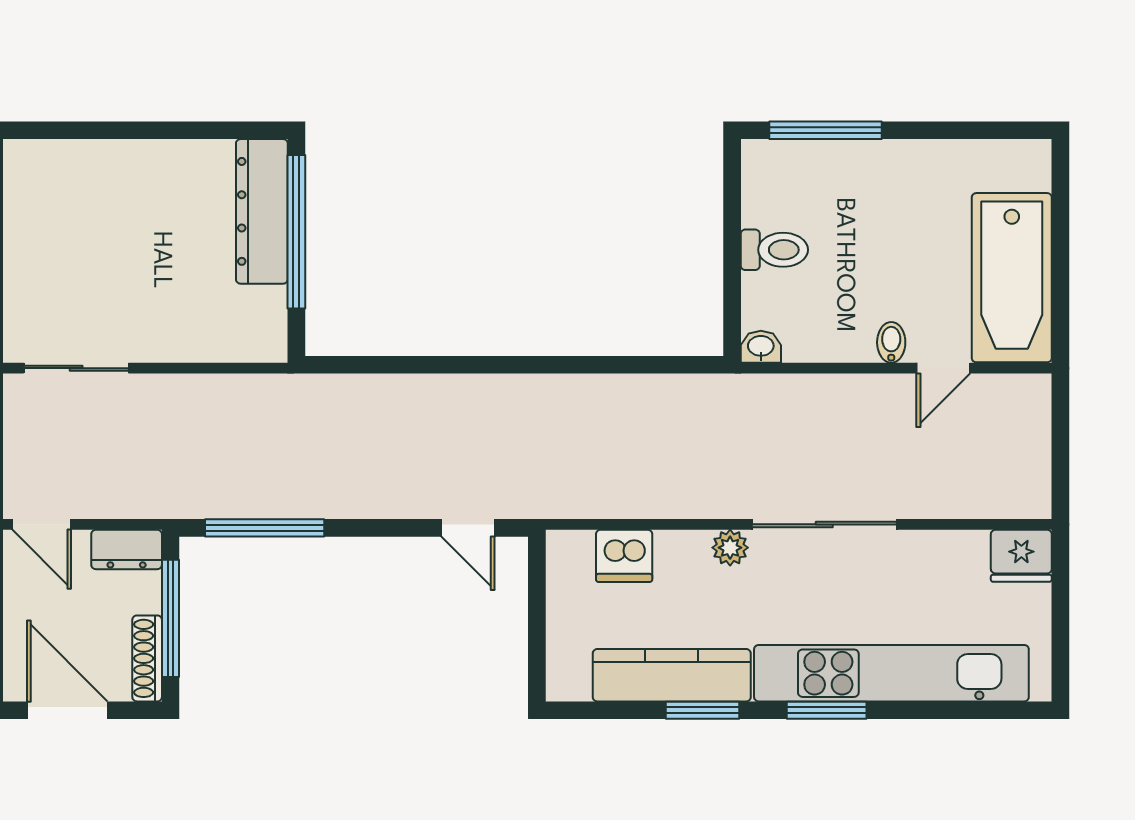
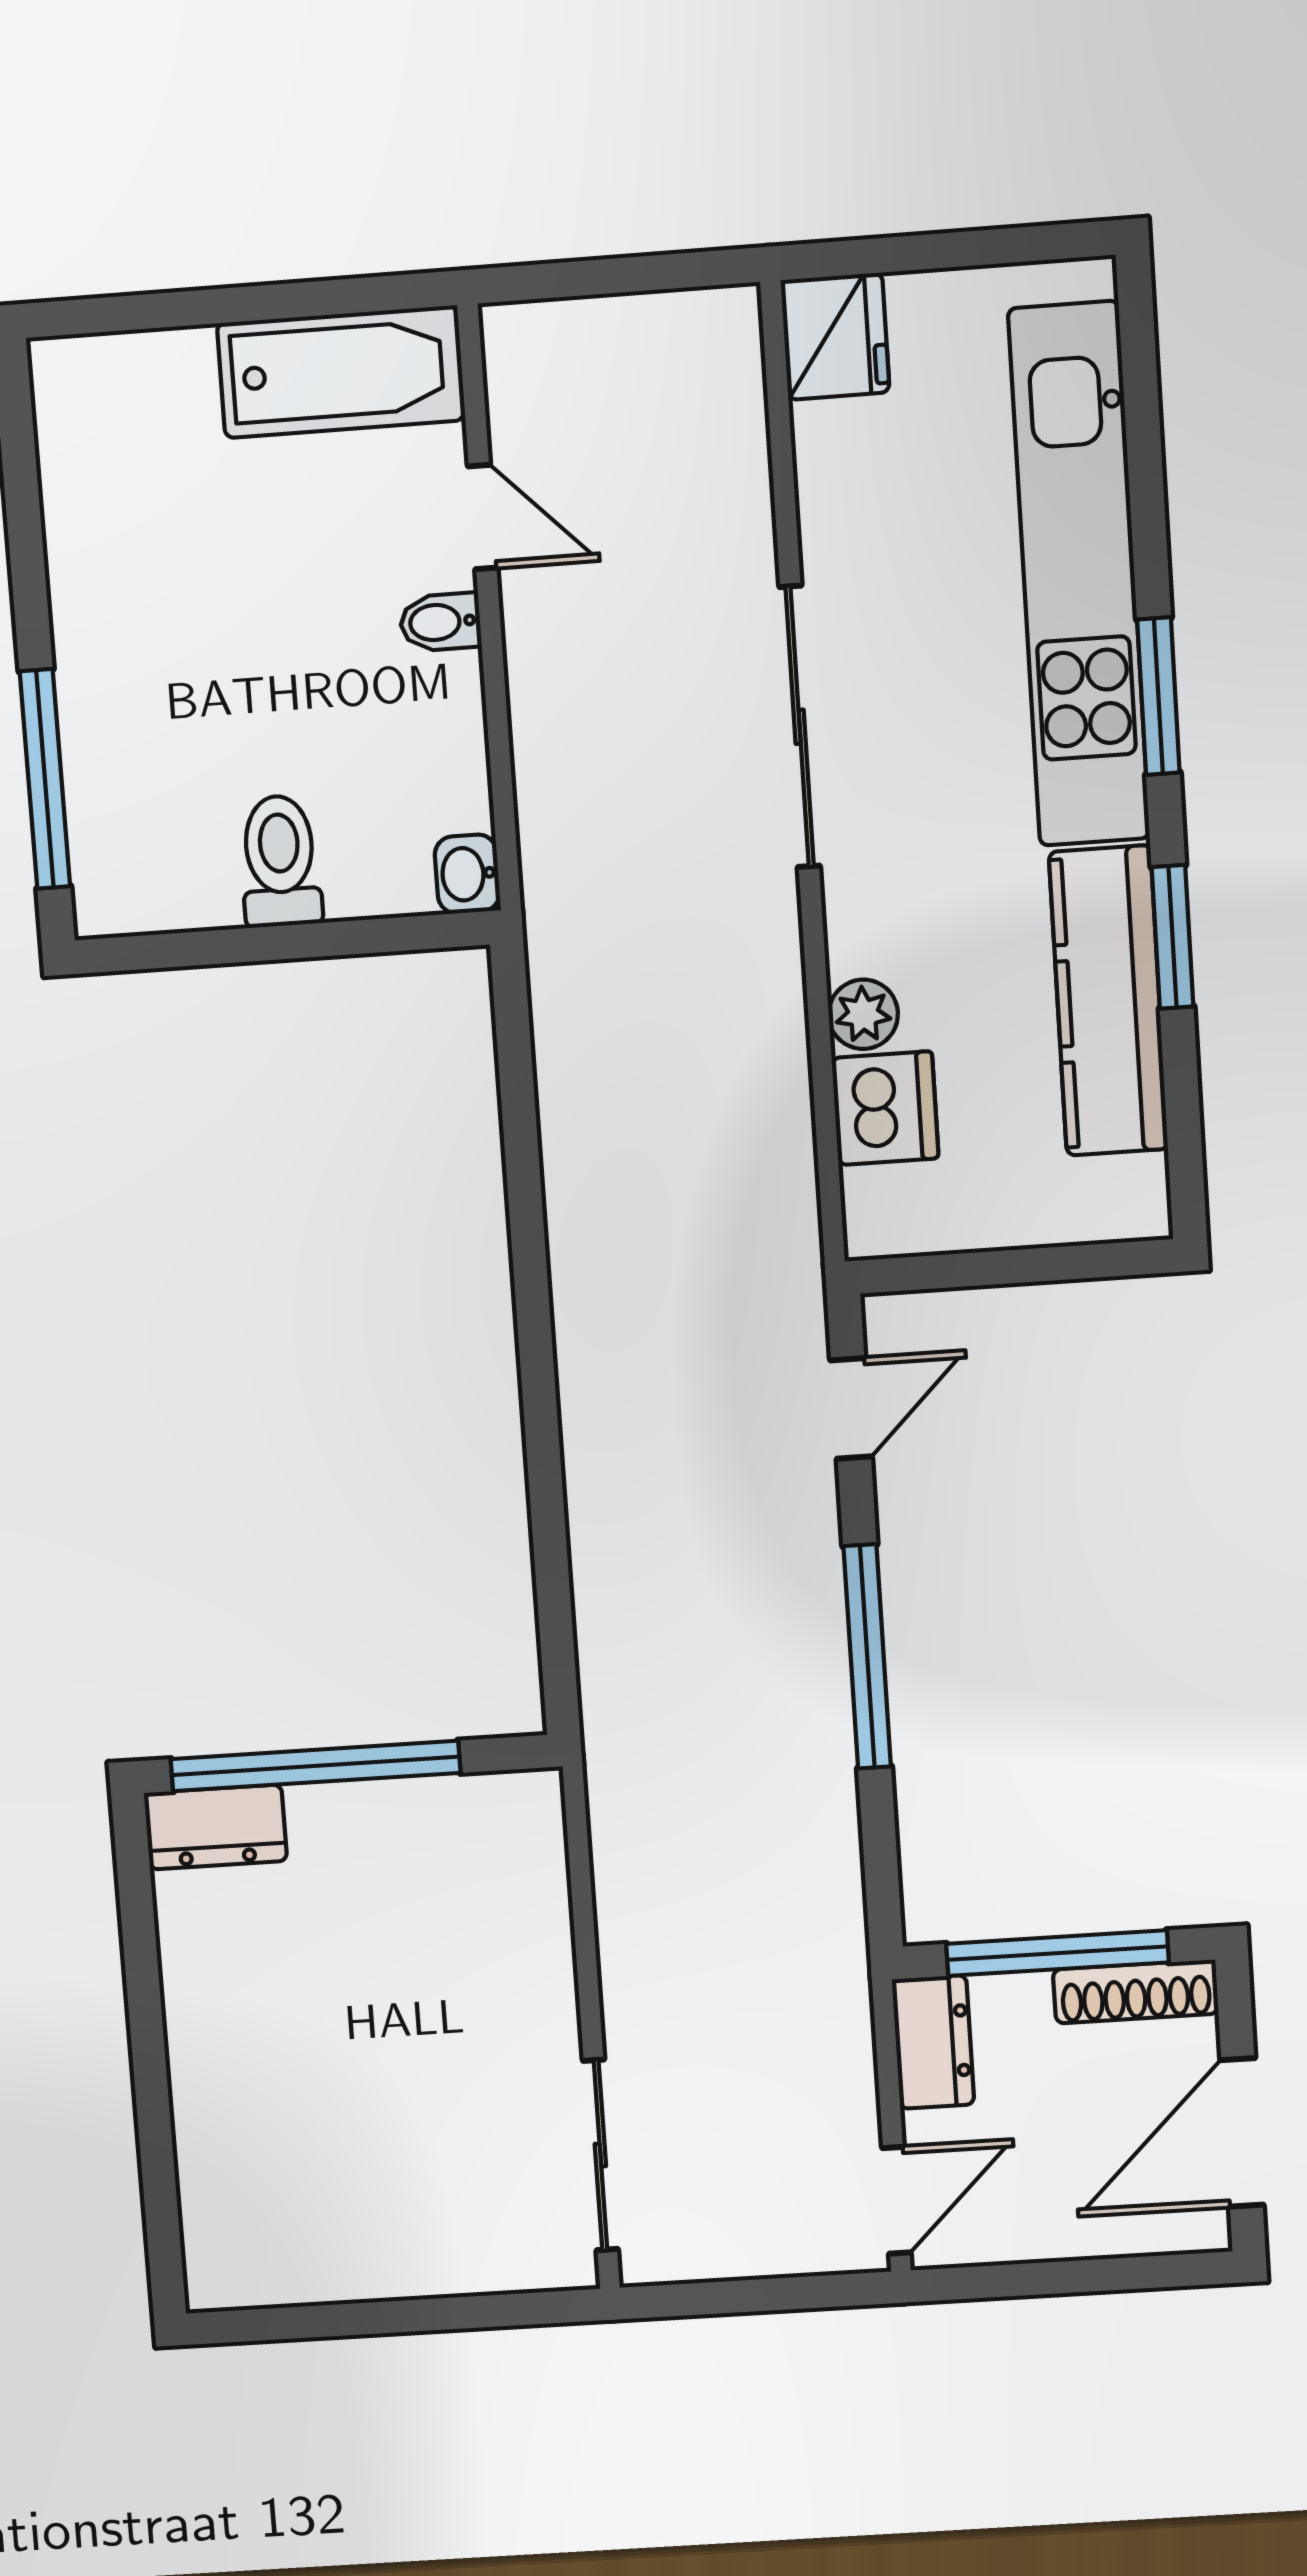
dresser: (262, 211) -> (215, 1827), width x0.51, depth x0.80
bathtub: (1012, 278) -> (341, 372), width x0.73, depth x0.73
window: (265, 528) -> (867, 1656), moved
plant: (730, 548) -> (863, 1014), moved

